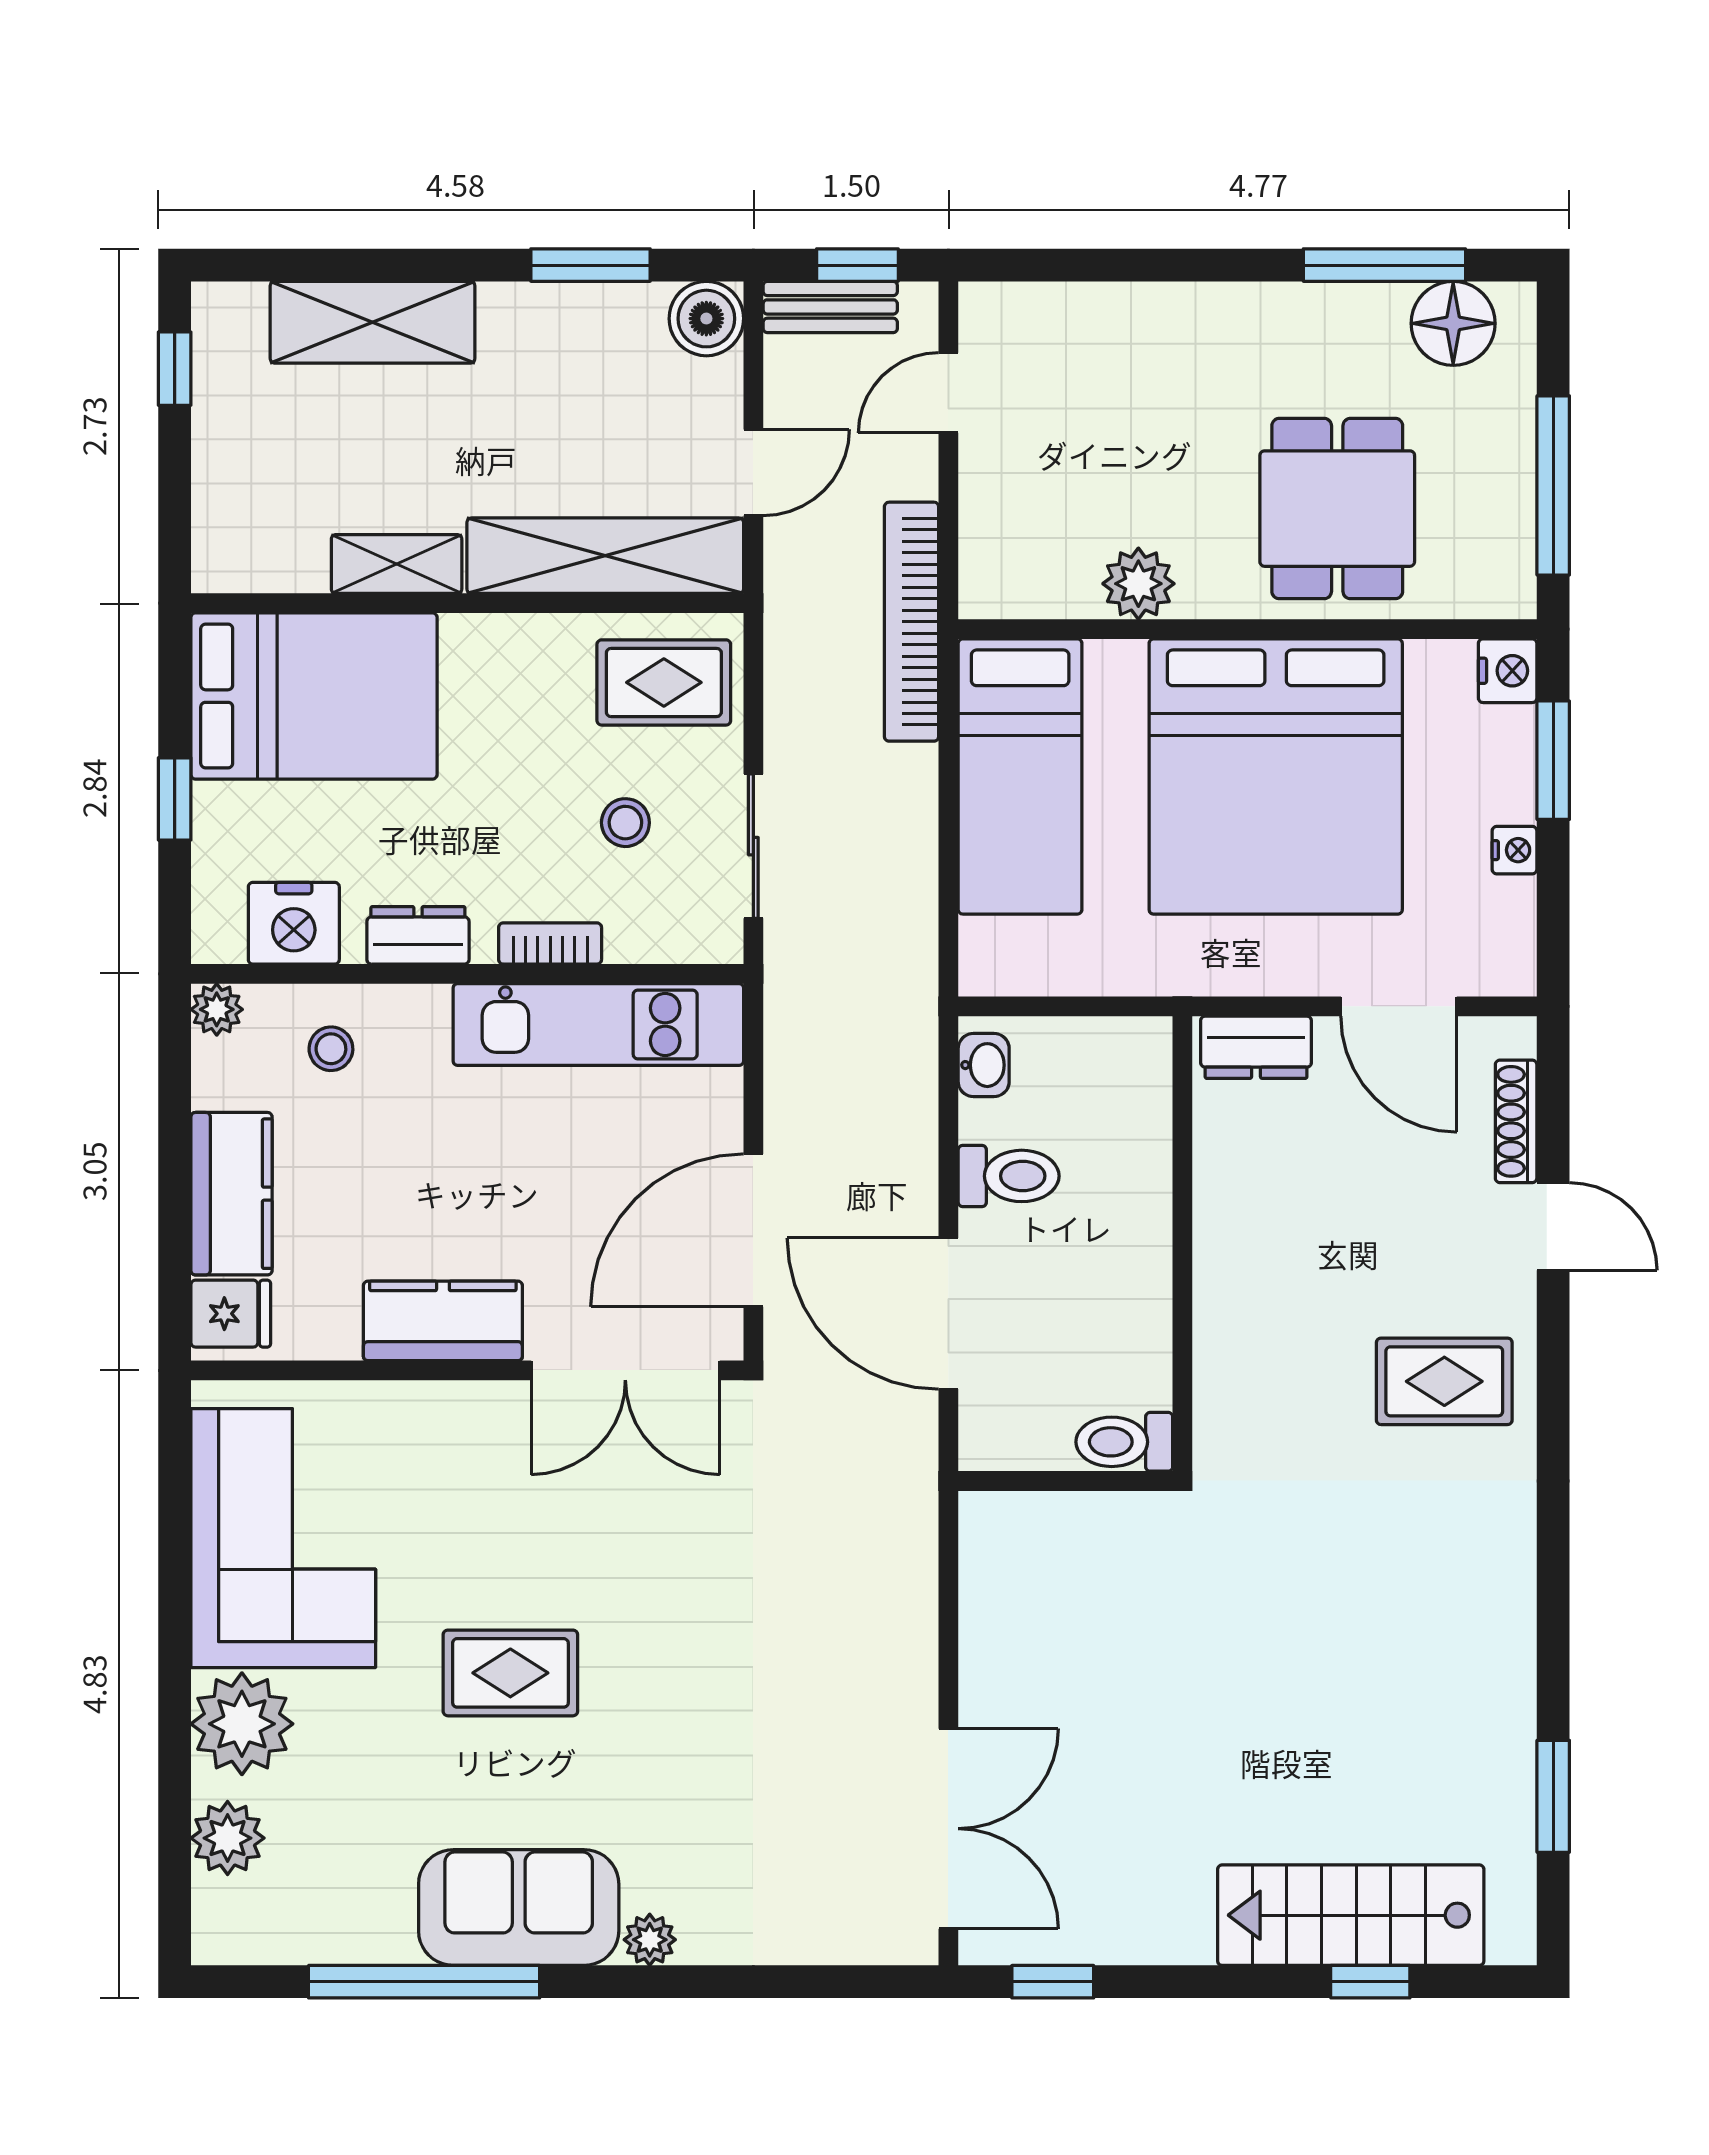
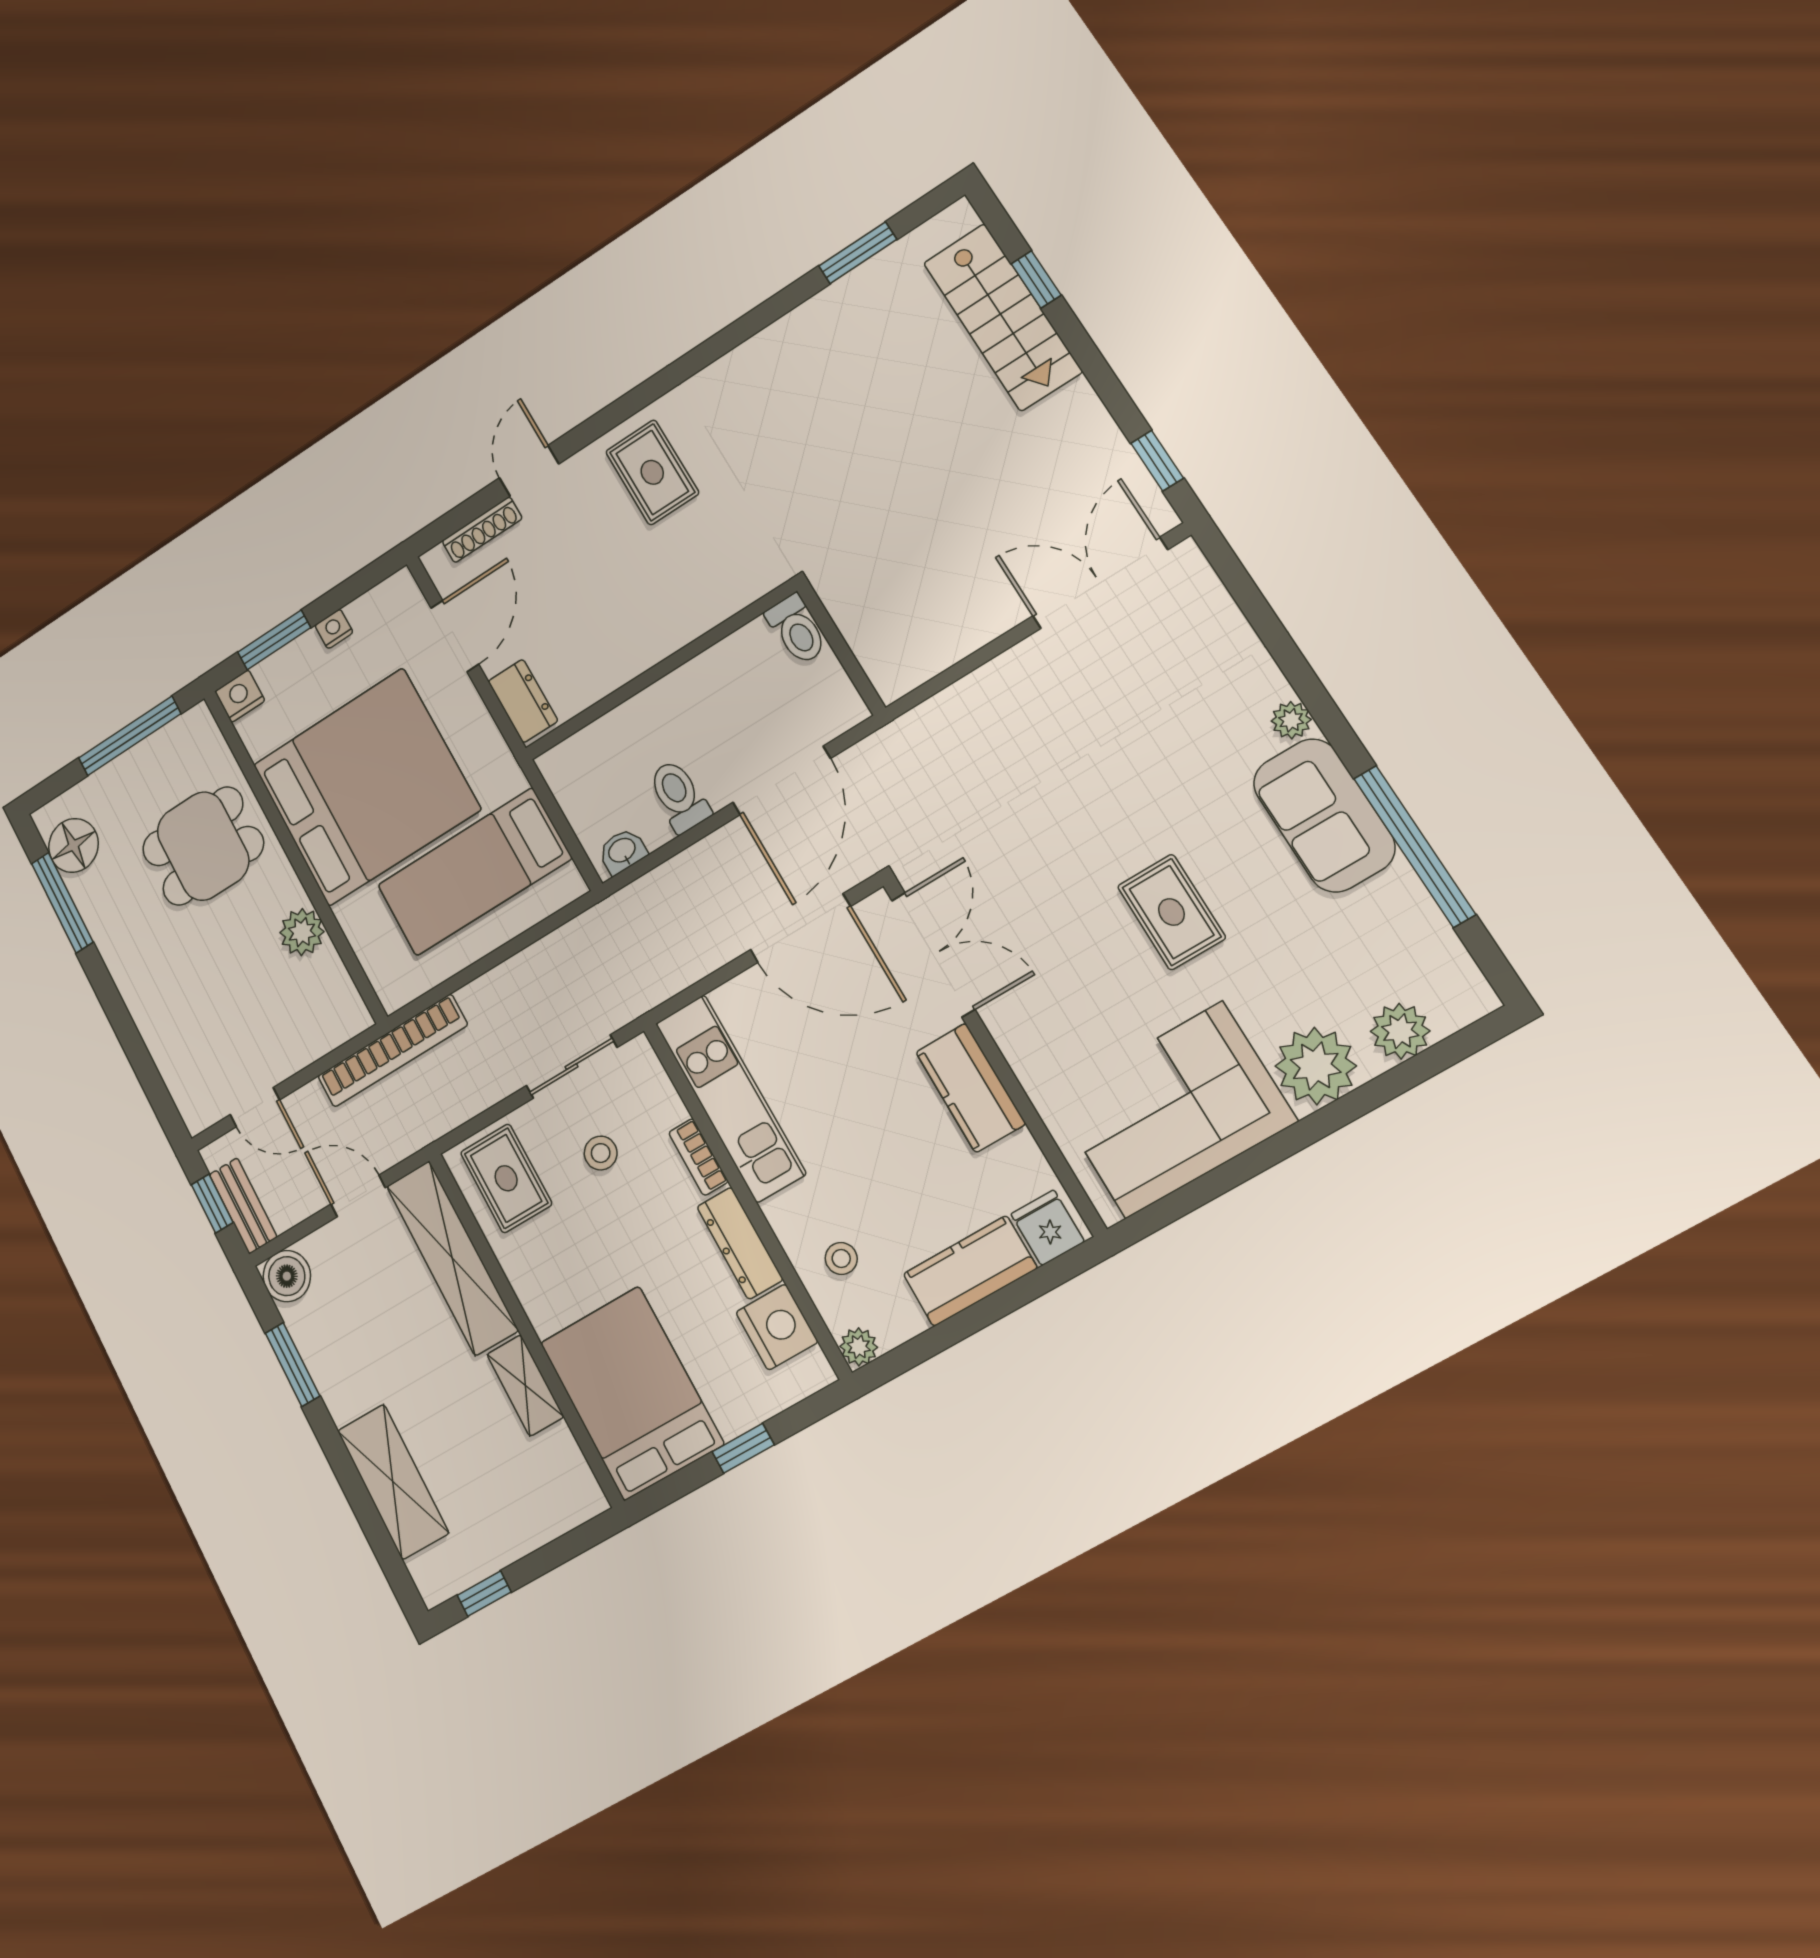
bed: (1020, 776) -> (474, 872), moved, turned 180
dresser: (418, 935) -> (740, 1243), width x1.44

